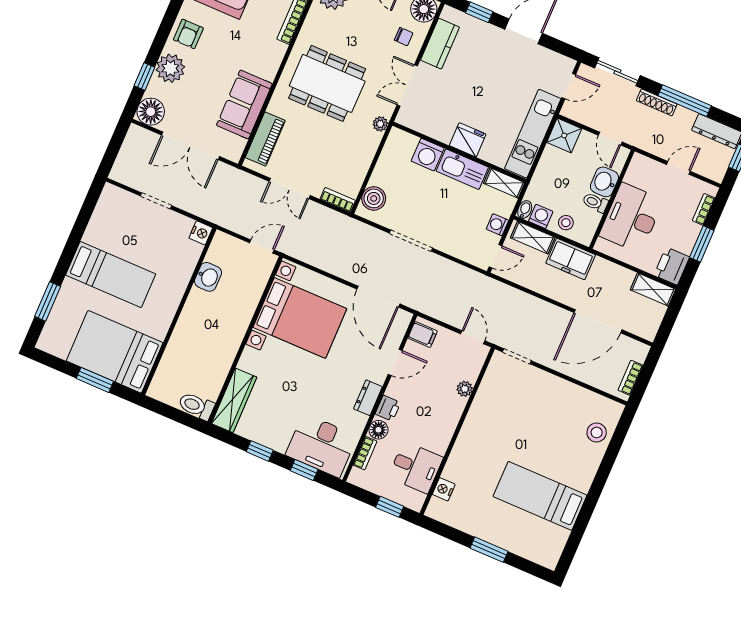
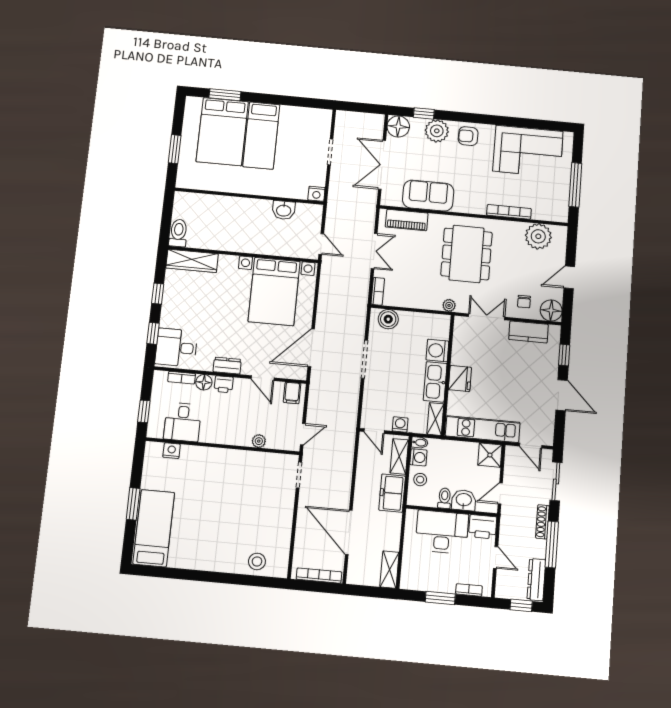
double door: (290, 188) -> (374, 251), swing flipped
printer: (672, 266) -> (483, 527), moved, turned 180
bed: (115, 352) -> (222, 132), moved, turned 180
bookcase: (630, 378) -> (319, 576), width x1.56
desk: (321, 445) -> (176, 348), width x0.73
bed: (540, 496) -> (154, 528), moved

